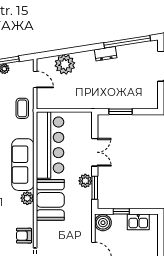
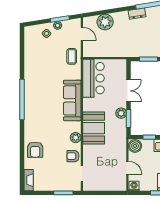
bar counter: (50, 145) -> (93, 78), width x0.73
plant: (27, 198) -> (76, 138), moved

